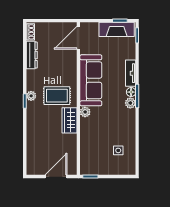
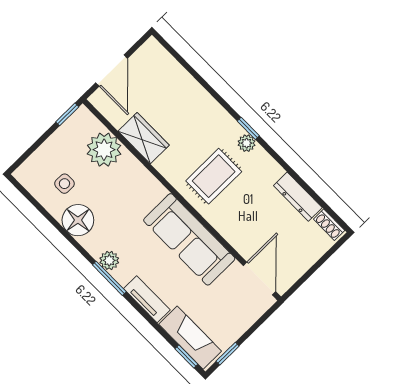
fireplace: (117, 29) -> (190, 338), moved, turned 90
floor lamp: (131, 92) -> (78, 220), moved, width x1.89, depth x1.89
plant: (85, 112) -> (104, 150), moved, width x1.88, depth x1.88
wardrobe: (70, 120) -> (144, 138), moved

